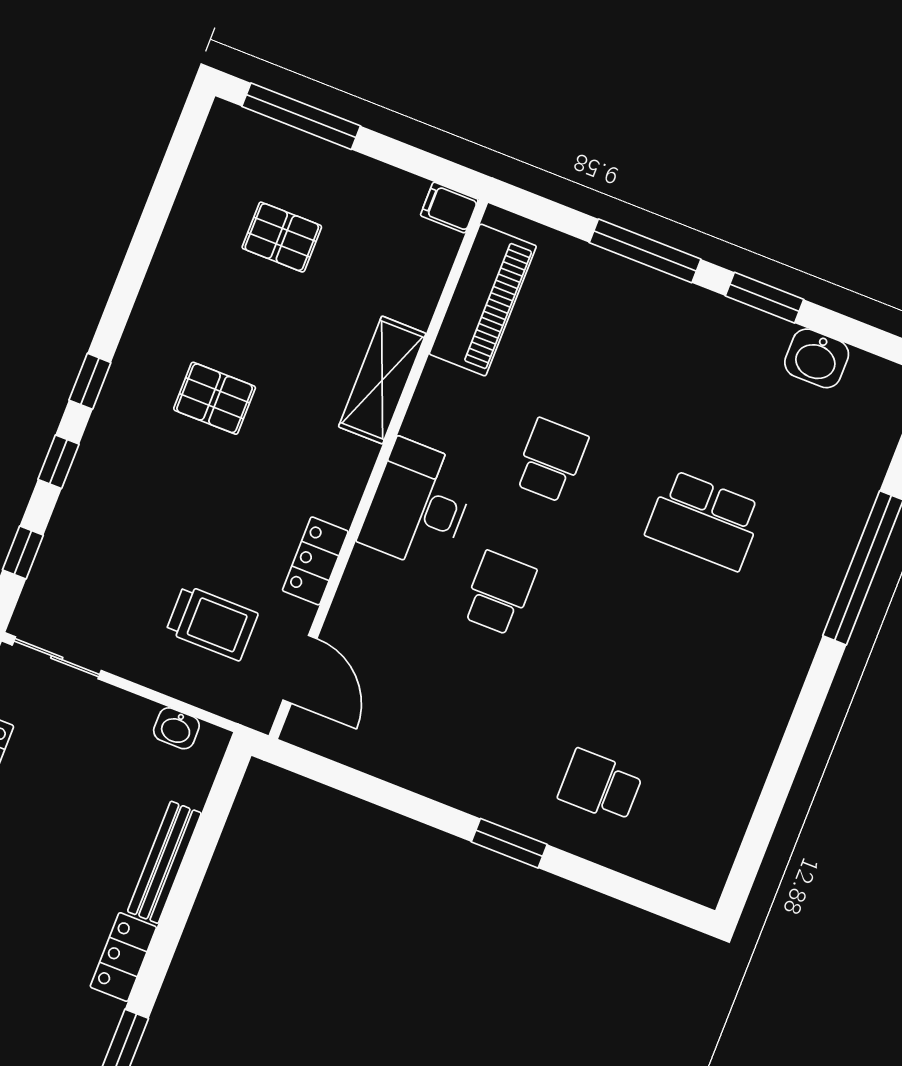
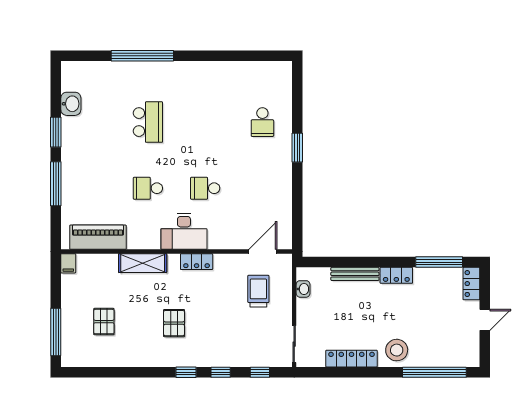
locker: (315, 561) -> (197, 262), moved

